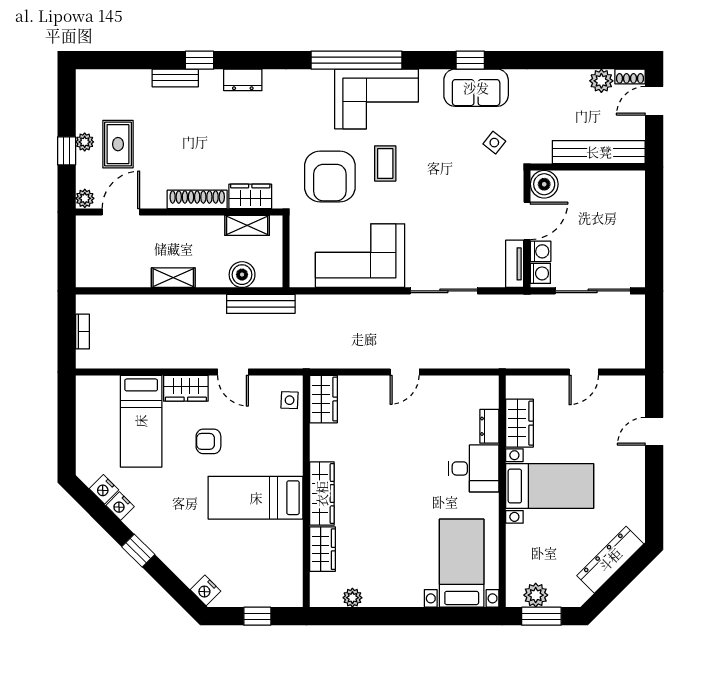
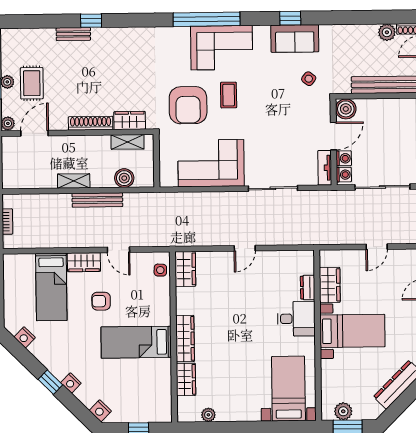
dresser: (243, 80) -> (123, 35), removed
bench: (261, 304) -> (97, 200), moved
nightstand: (120, 506) -> (71, 383), moved

